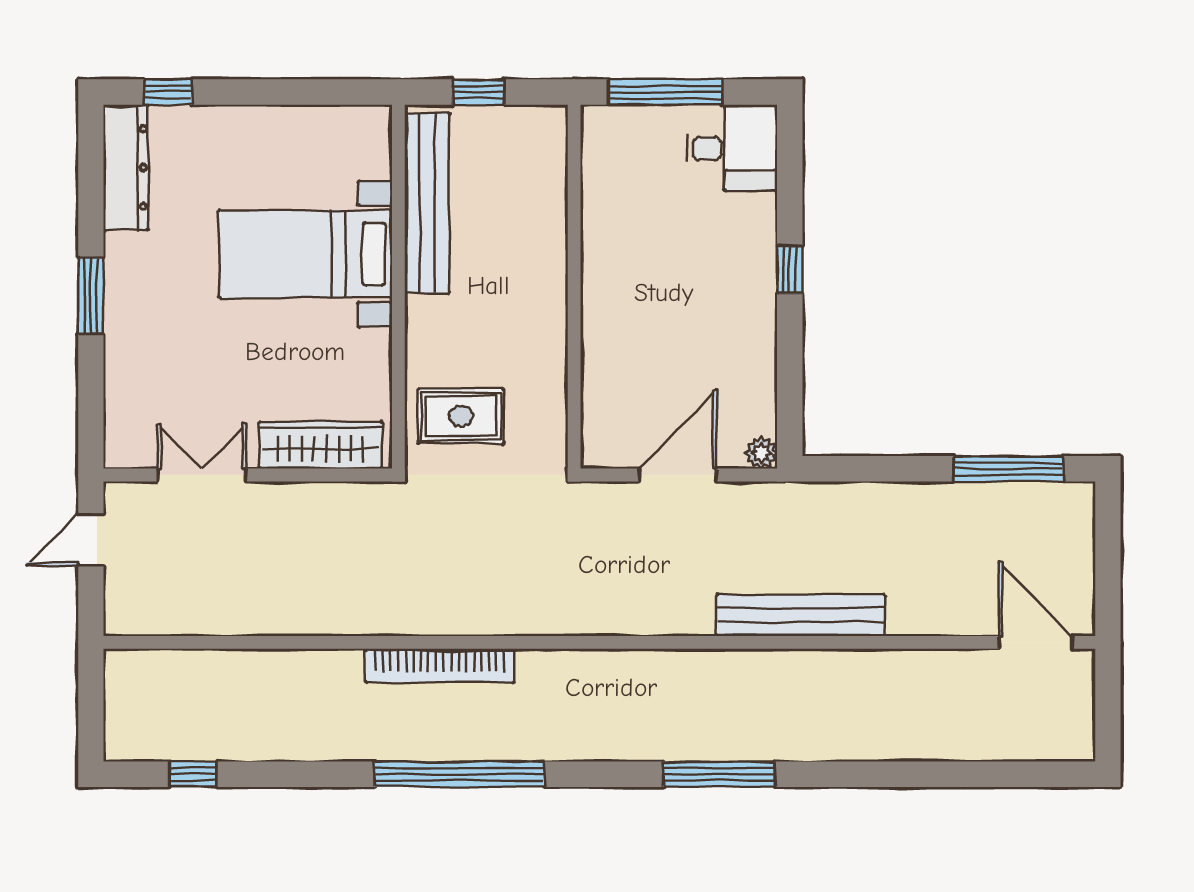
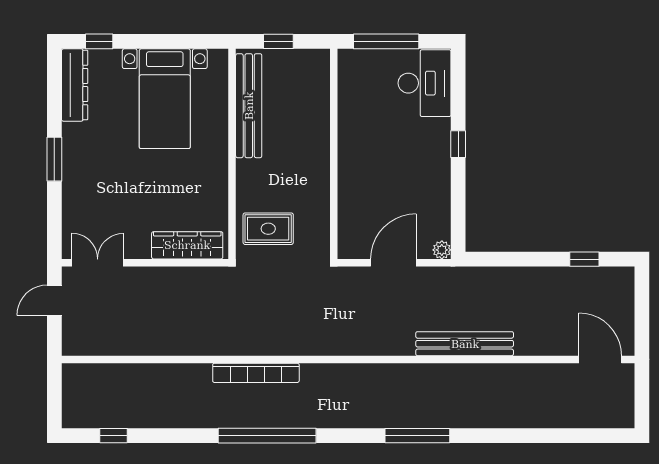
desk: (732, 148) -> (425, 83), width x1.37
bed with nightstands: (306, 254) -> (165, 99), moved, turned -90
window: (1008, 469) -> (584, 259), width x0.46
double door: (202, 475) -> (98, 263), moved

